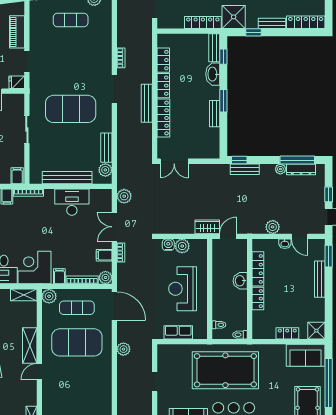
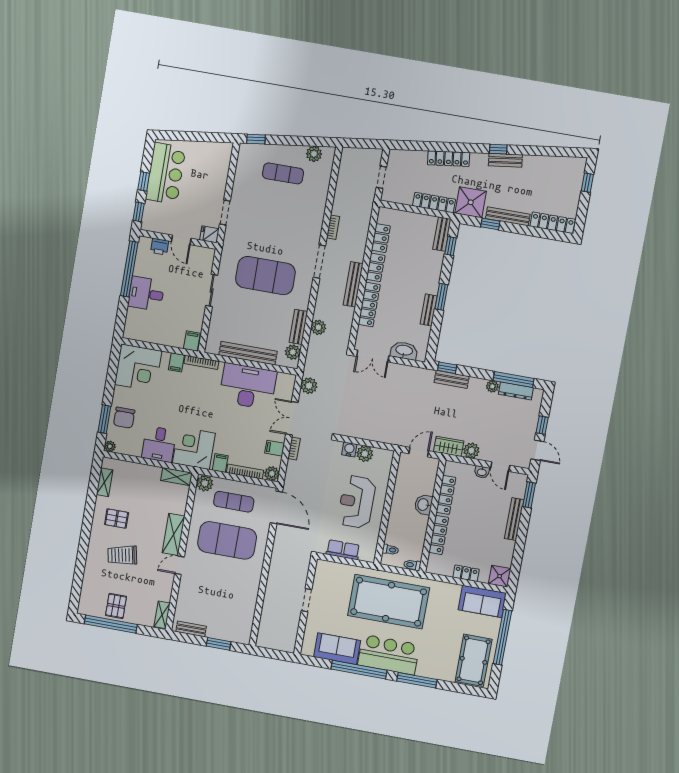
bench: (272, 23) -> (508, 216), width x1.36
piano: (17, 32) -> (220, 177), removed
washbasin: (213, 74) -> (404, 351), moved, turned 90
desk: (72, 202) -> (248, 386), width x1.36, depth x1.30
wardrobe: (207, 227) -> (449, 446), moved
locker: (258, 299) -> (439, 535), width x1.53
plant: (123, 349) -> (318, 327), moved

